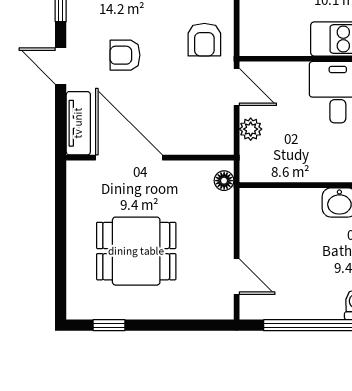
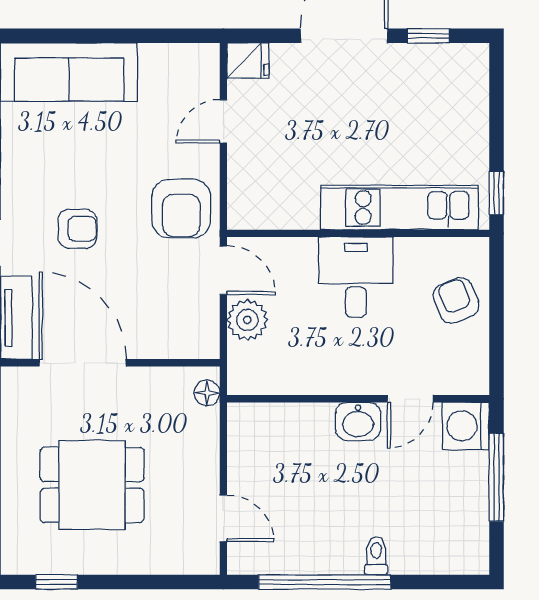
armchair: (204, 40) -> (181, 208), width x1.38, depth x1.38
armchair: (125, 55) -> (77, 229), turned 180
plant: (251, 129) -> (247, 320), width x1.38, depth x1.38

